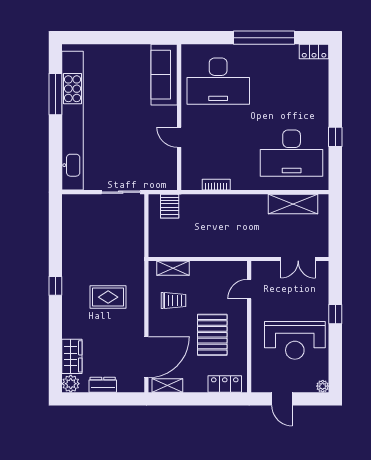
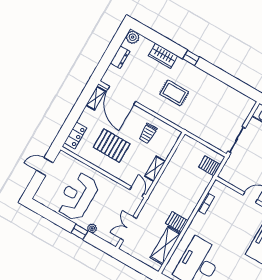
server rack: (258, 206) -> (177, 222), added
shelving: (173, 268) -> (155, 169), moved
window: (55, 286) -> (191, 58), moved
door: (249, 289) -> (137, 192), moved
rug: (108, 297) -> (174, 93), turned 90
wardrobe: (72, 356) -> (163, 56), moved
plant: (323, 386) -> (92, 228), moved

